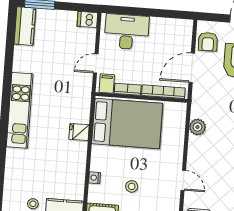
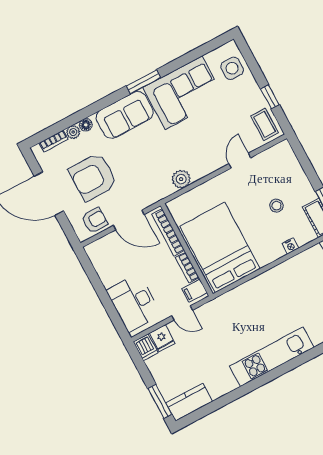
fridge: (79, 132) -> (162, 338), moved

